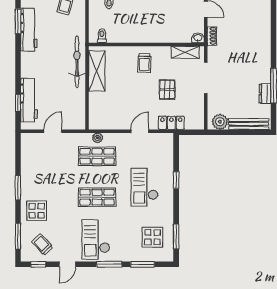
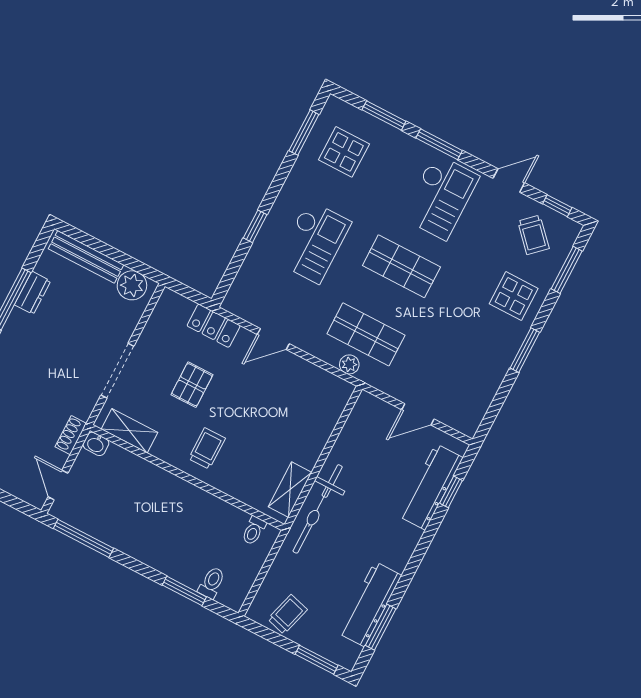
shelving: (97, 71) -> (290, 490), width x0.67, depth x0.75

